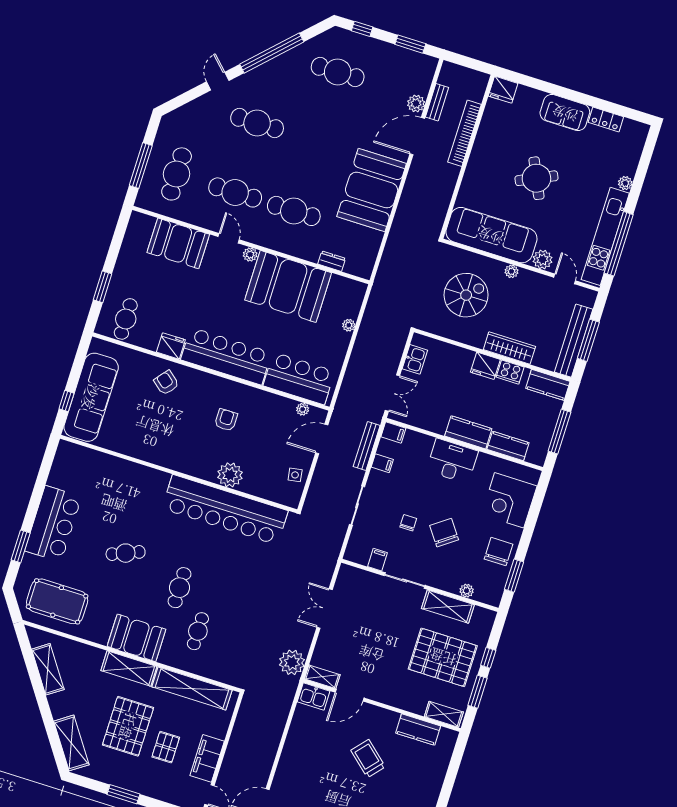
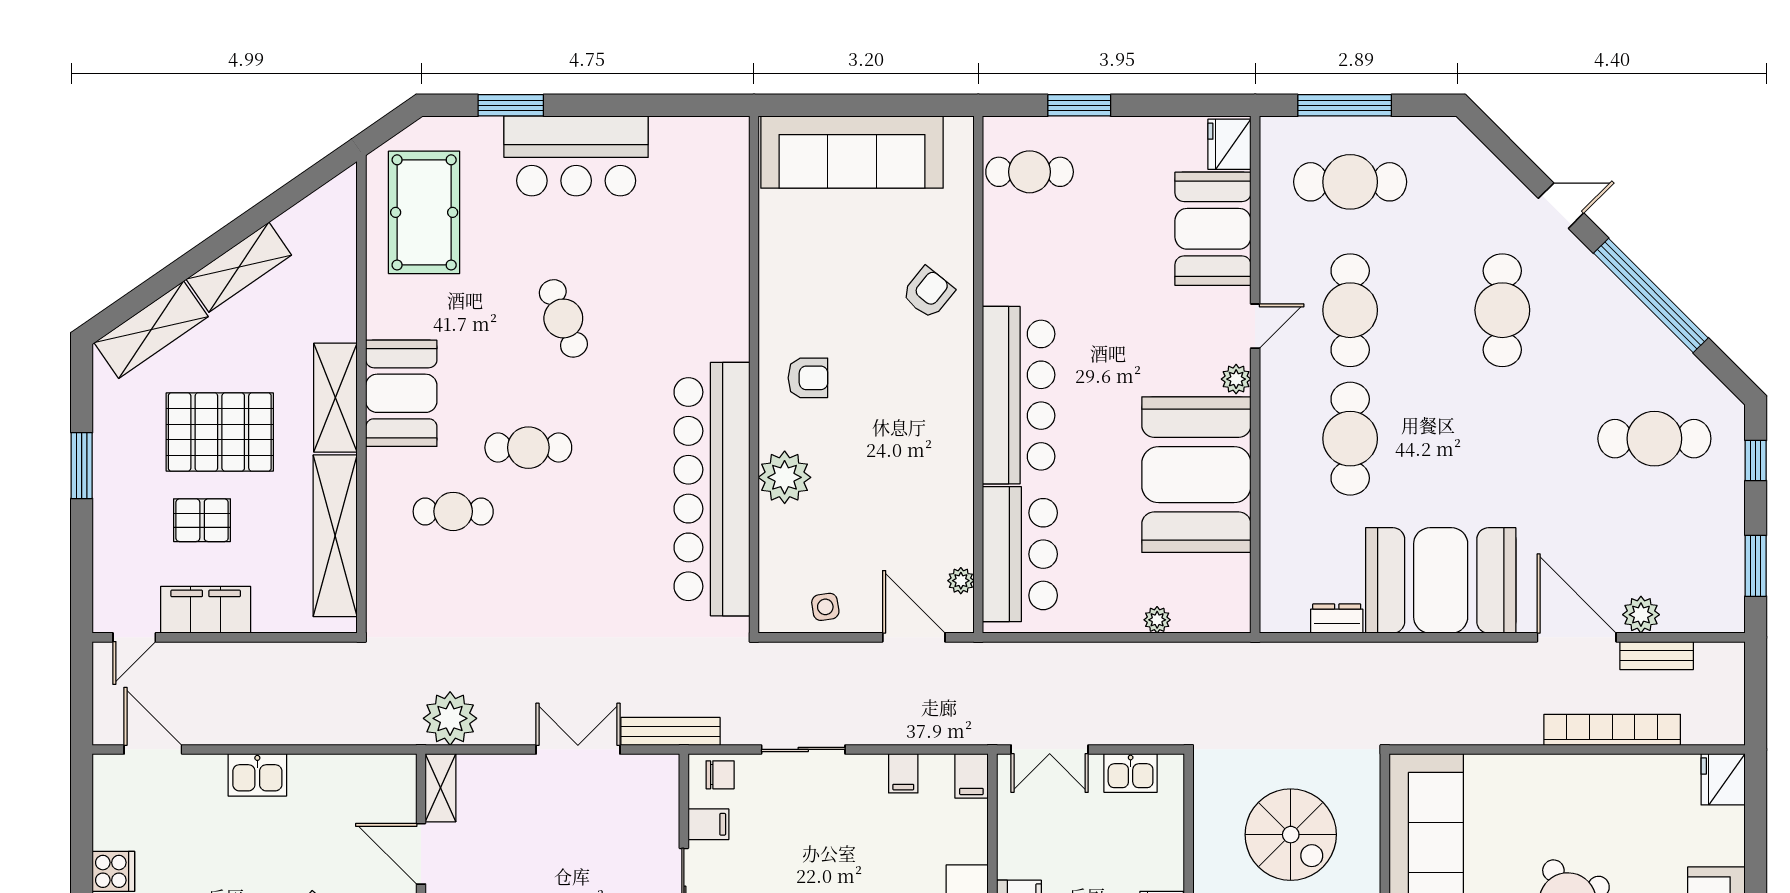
cafe table: (338, 72) -> (1654, 439), turned 90
dresser: (332, 261) -> (1337, 618), moved, turned -90
fridge: (171, 346) -> (1229, 144), moved, turned 180
window: (66, 401) -> (829, 105), removed
armchair: (226, 420) -> (808, 378), moved
bench: (367, 446) -> (670, 731), moved
chair: (408, 523) -> (720, 775), moved
shelving: (48, 669) -> (239, 267), moved
kitchen sink: (314, 697) -> (257, 775), moved, turned -90

